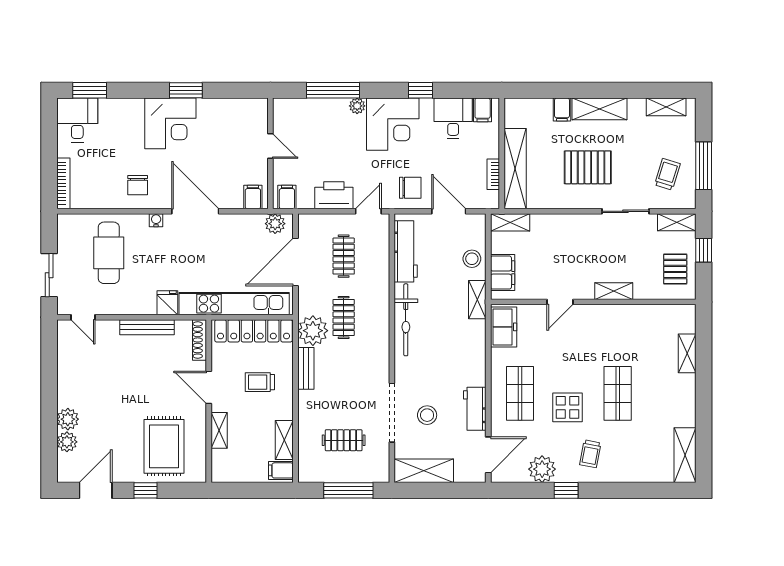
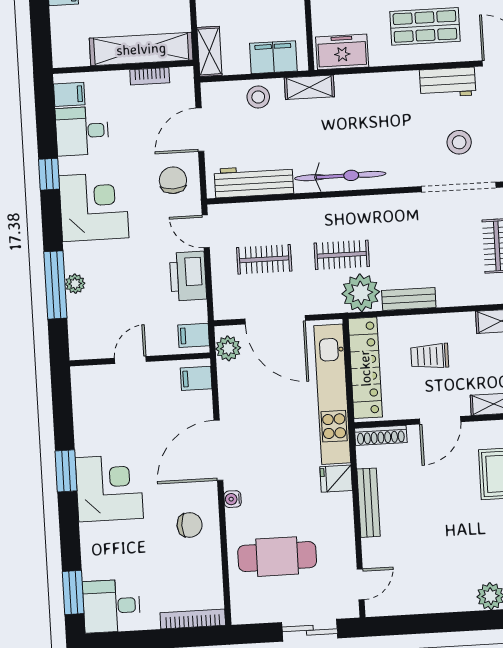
plant: (357, 106) -> (75, 284), moved
trolley: (260, 382) -> (430, 356), turned 90

